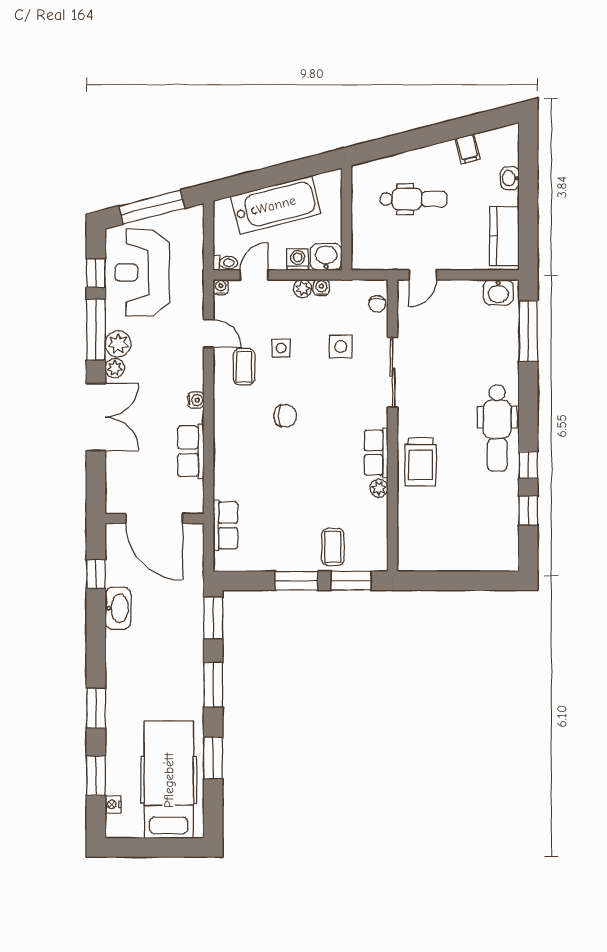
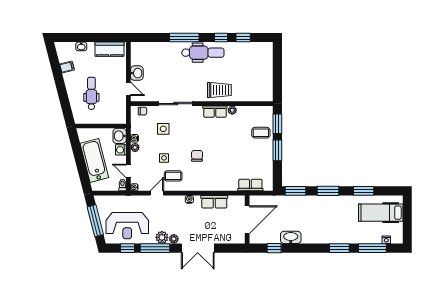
washbasin: (498, 292) -> (137, 73), moved
window: (528, 331) -> (184, 38), moved
double door: (96, 417) -> (198, 248), swing flipped
window: (96, 776) -> (372, 248), width x1.44
hospital bed: (169, 780) -> (381, 213), width x0.73, depth x0.78

